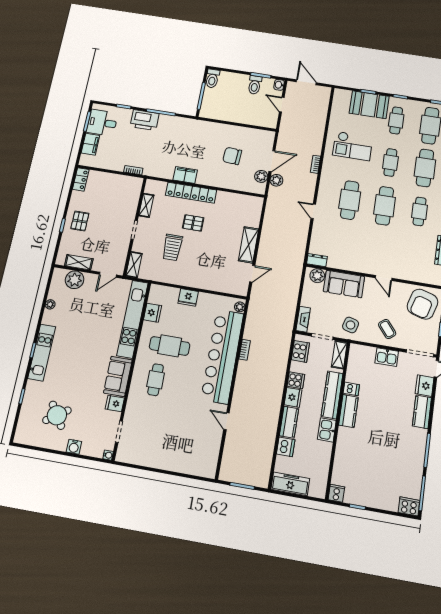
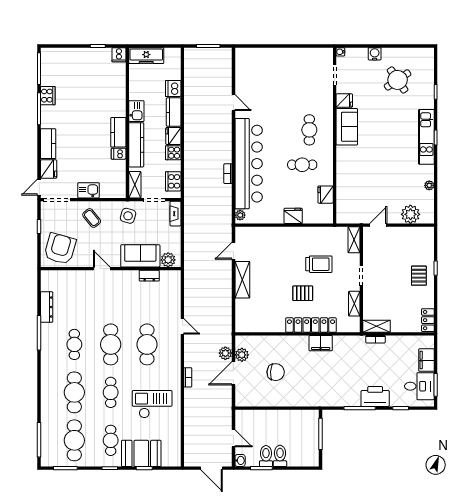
toilet: (212, 78) -> (280, 456), moved
trolley: (172, 247) -> (319, 264), turned 90
dresser: (317, 260) -> (149, 276), moved
shelving: (79, 262) -> (377, 326), moved
kitchen unit: (132, 319) -> (344, 185), removed
cafe table: (170, 346) -> (302, 165), width x0.73, depth x0.74
freezer: (290, 484) -> (146, 56), moved
cooker: (409, 506) -> (48, 96), moved, turned -90

